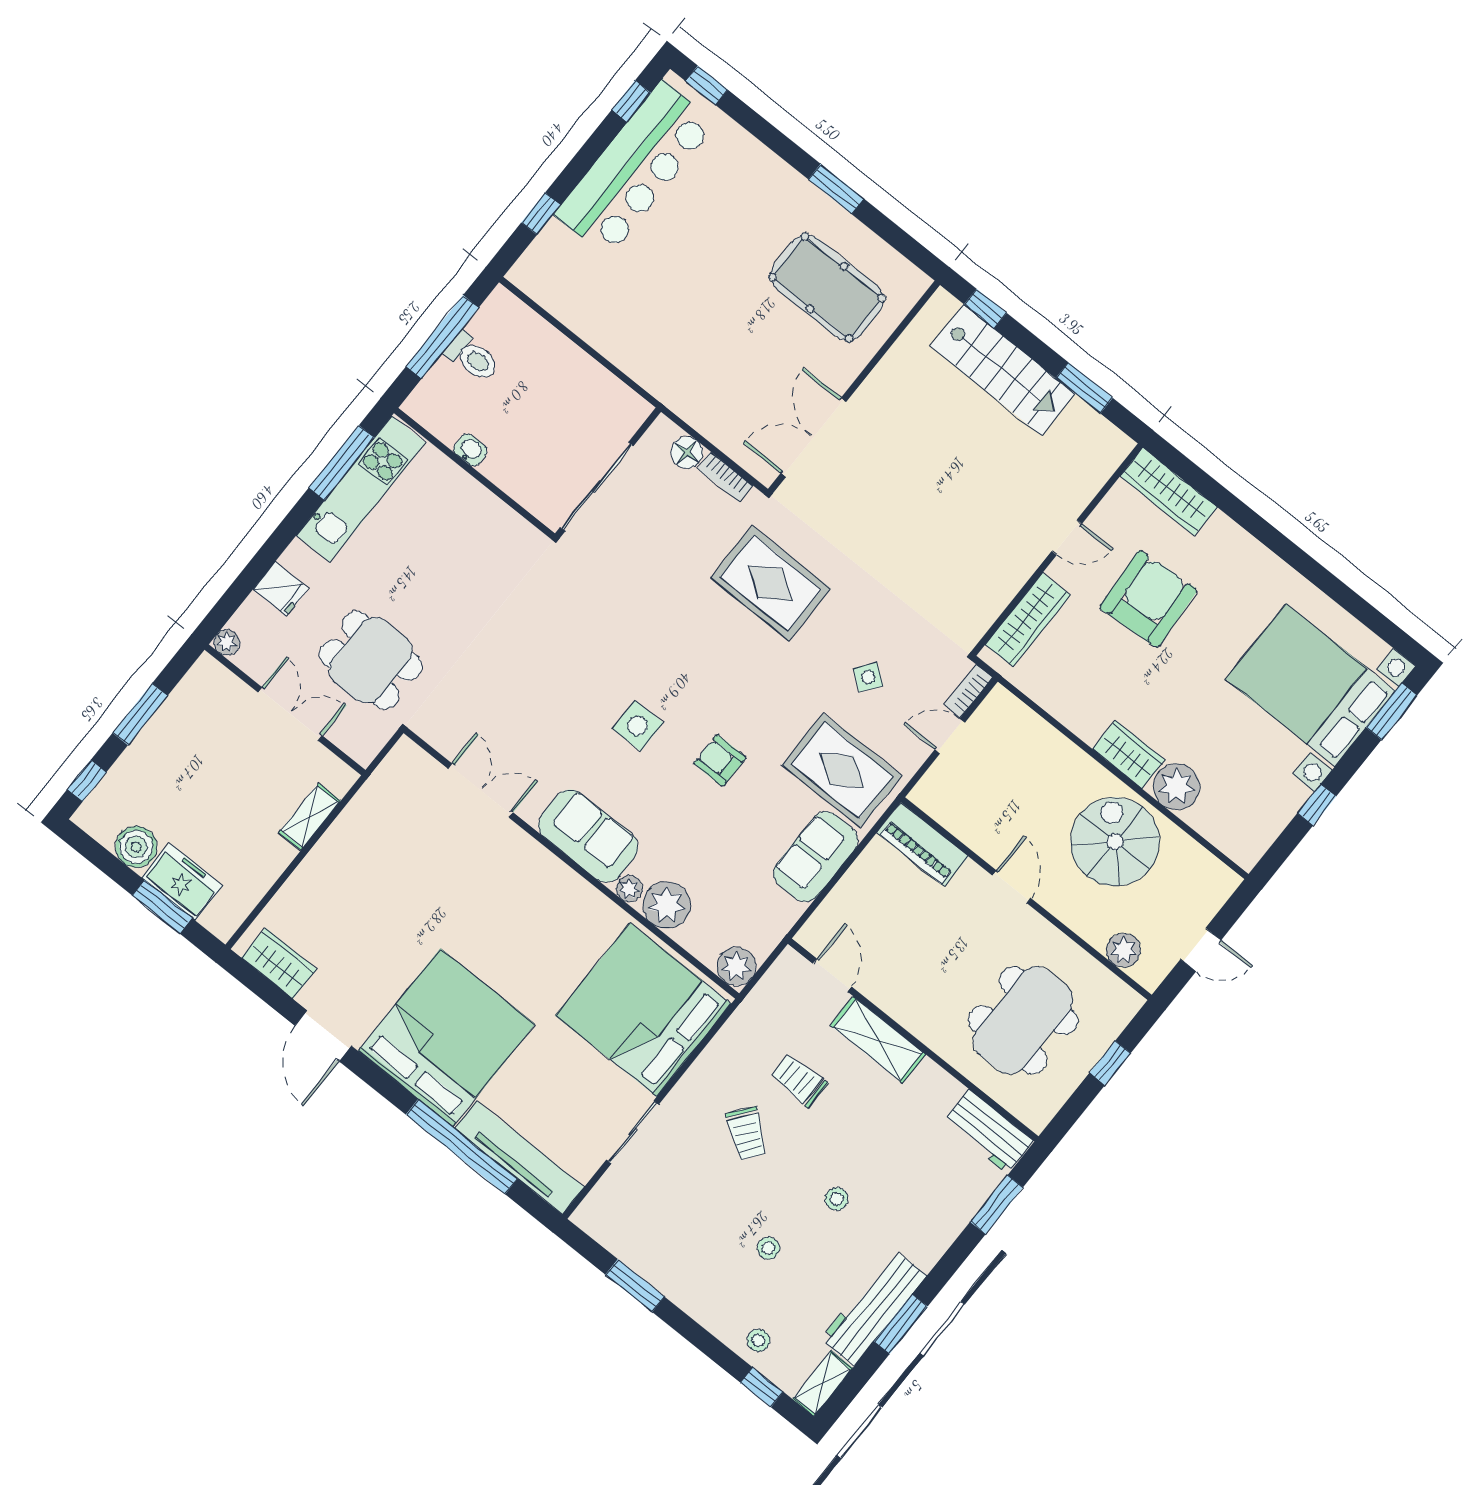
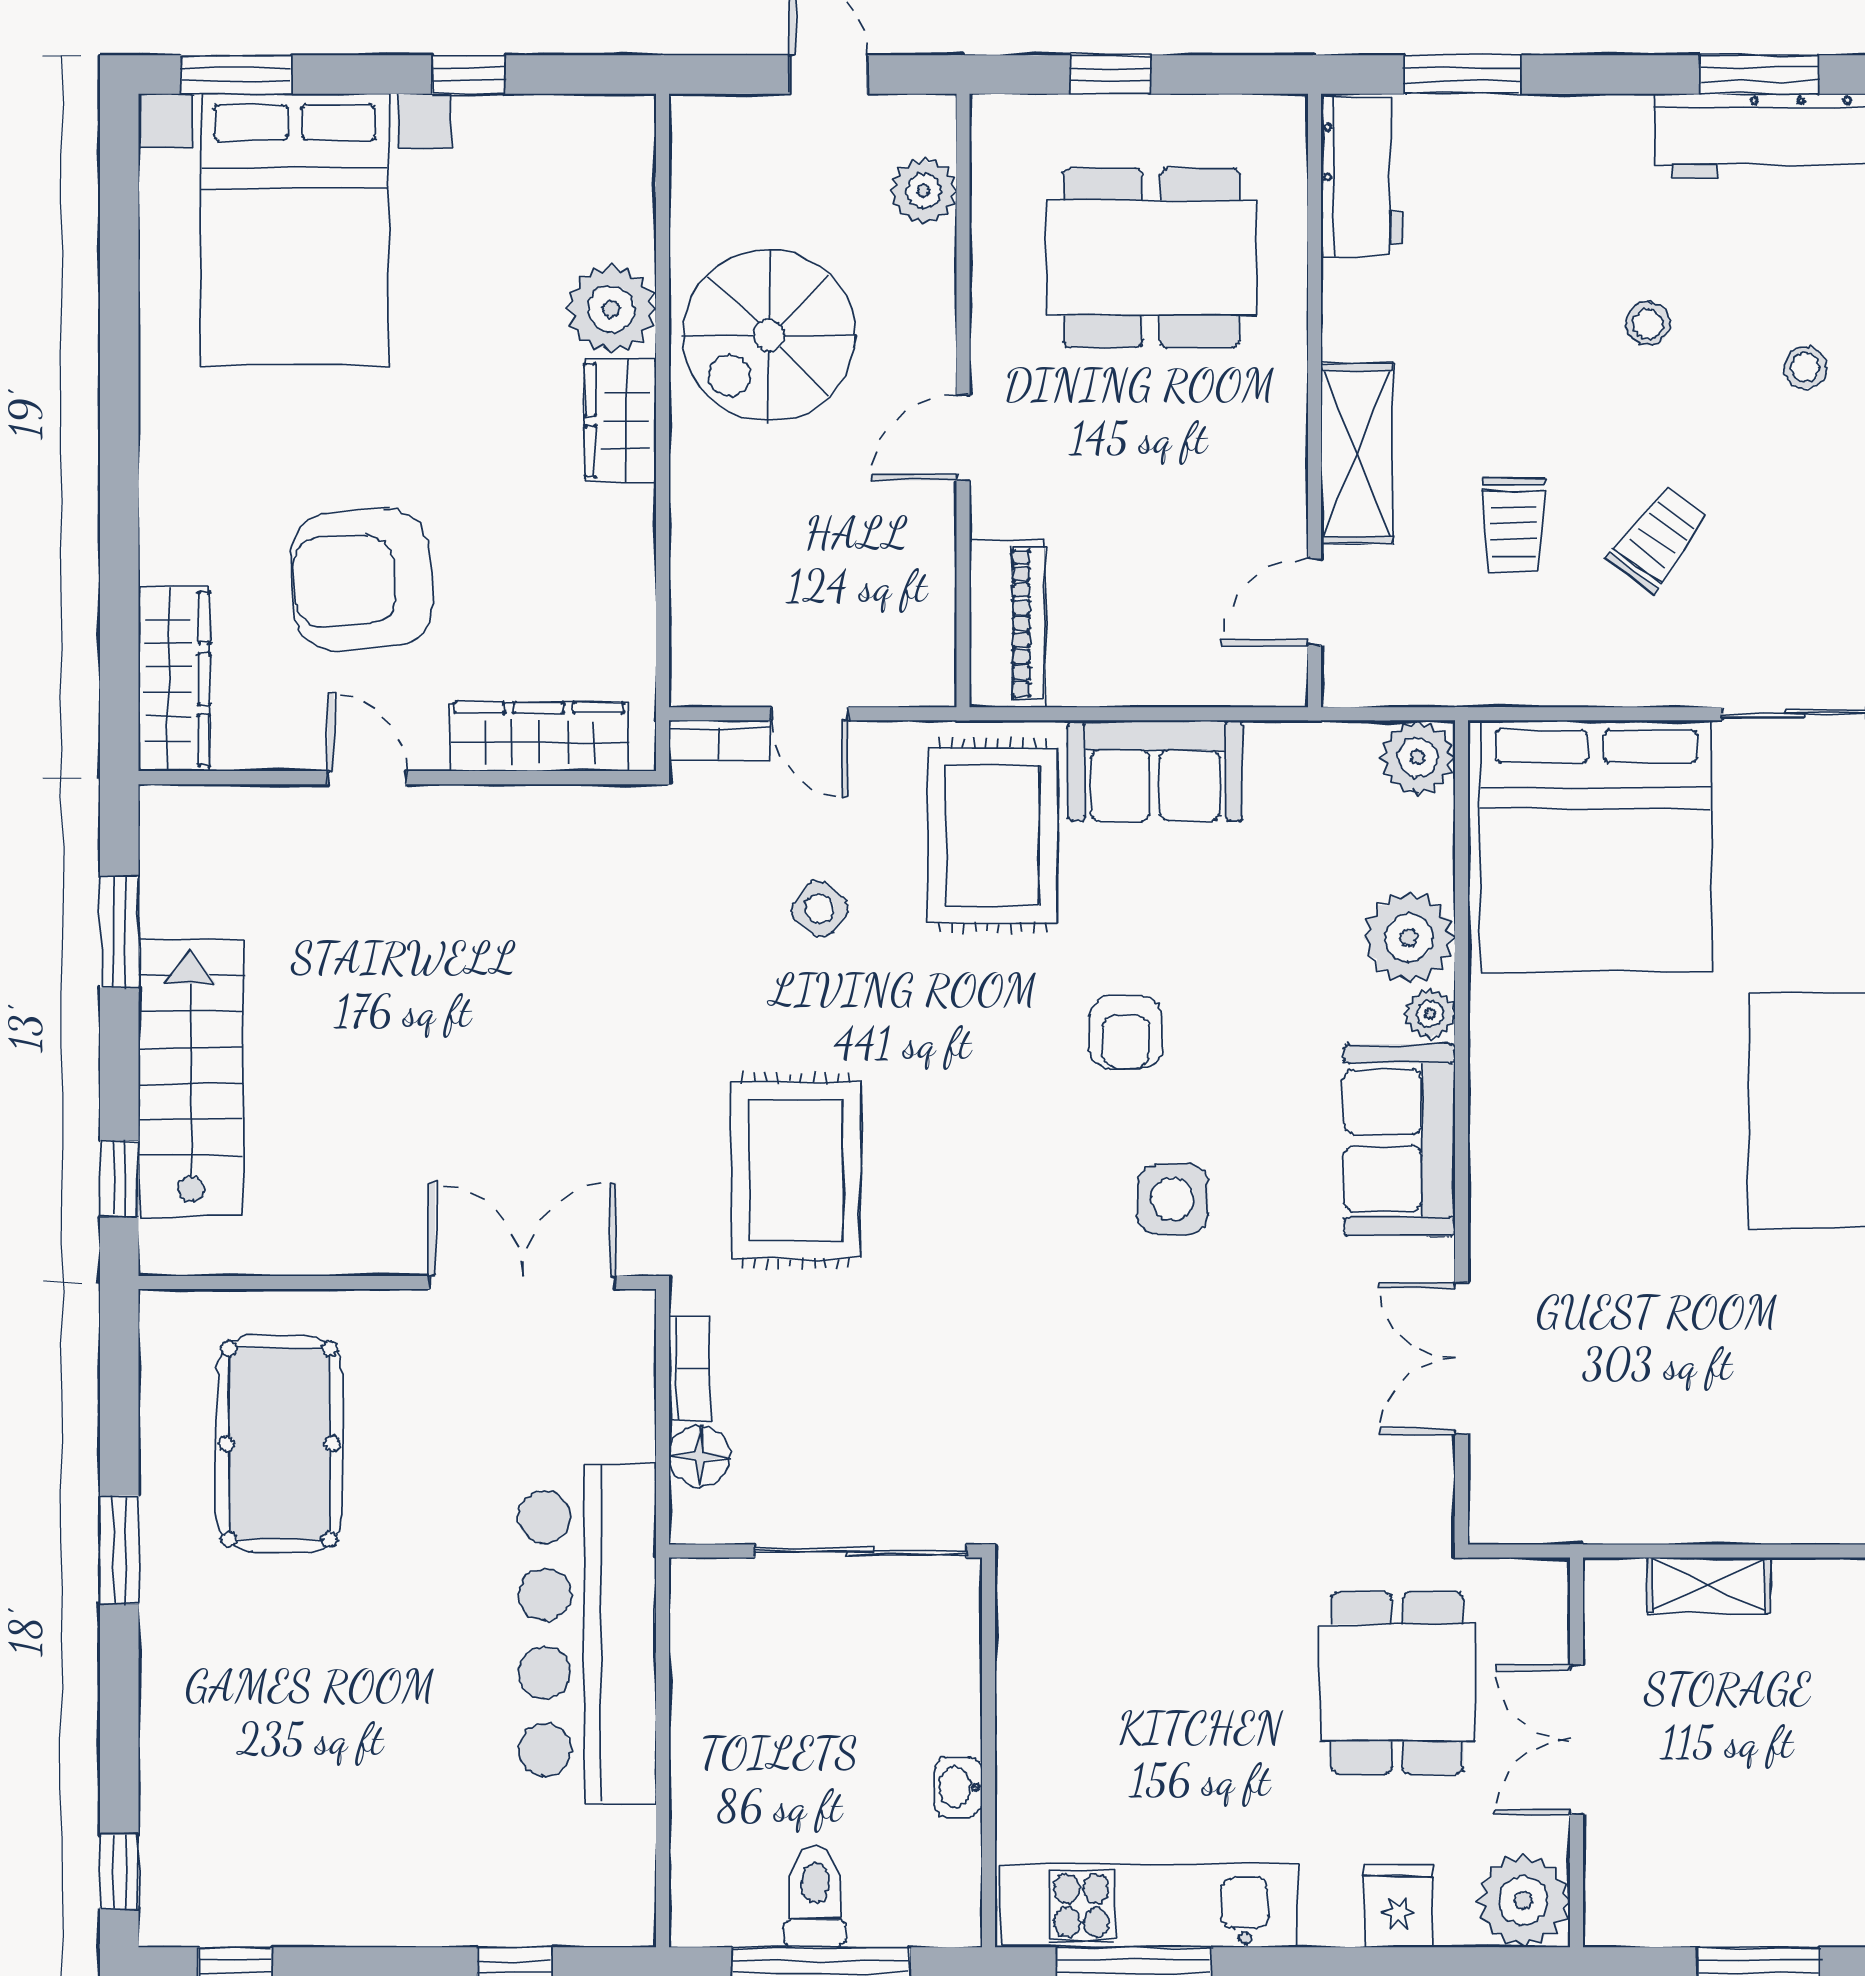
bar counter: (635, 169) -> (587, 1634), moved, turned -90
double door: (814, 437) -> (523, 1283), swing flipped
plant: (227, 642) -> (1523, 1901), width x1.88, depth x1.88

